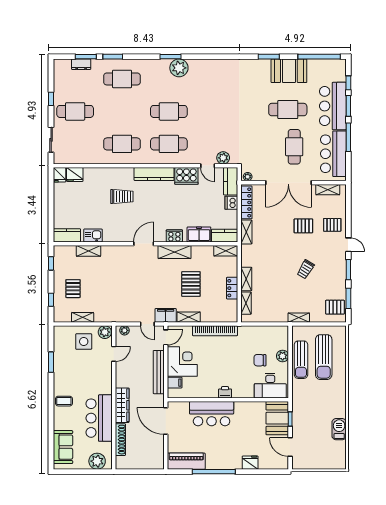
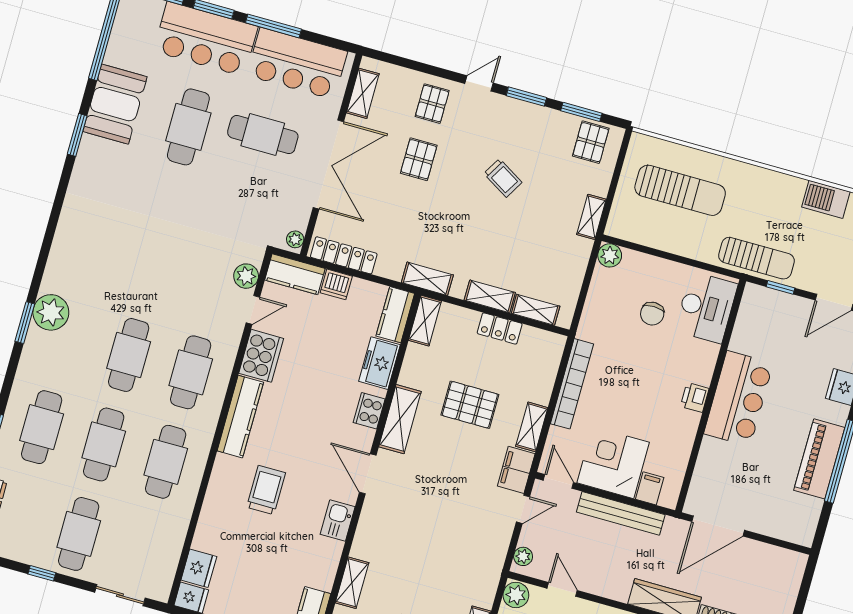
cafe table: (122, 111) -> (104, 444), added
shelving: (246, 232) -> (427, 279), moved
kitchen sink: (93, 235) -> (338, 521), moved
plant: (283, 356) -> (610, 255), moved
sun lounger: (301, 360) -> (756, 258), moved
bar counter: (212, 414) -> (739, 399), moved
booth: (277, 418) -> (772, 312), removed
piano: (186, 461) -> (819, 459), moved

